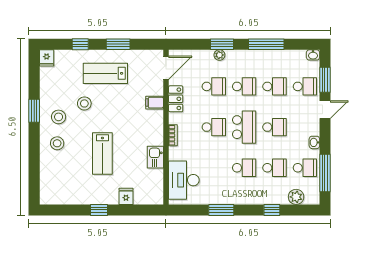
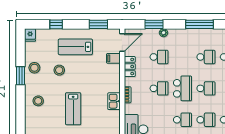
window: (118, 44) -> (98, 24), moved
window: (222, 44) -> (154, 24), moved
school desk: (244, 86) -> (182, 57), removed
filing cabinet: (155, 103) -> (113, 58), moved
stool: (59, 117) -> (34, 68), moved
kitchen sink: (155, 157) -> (114, 101), moved

